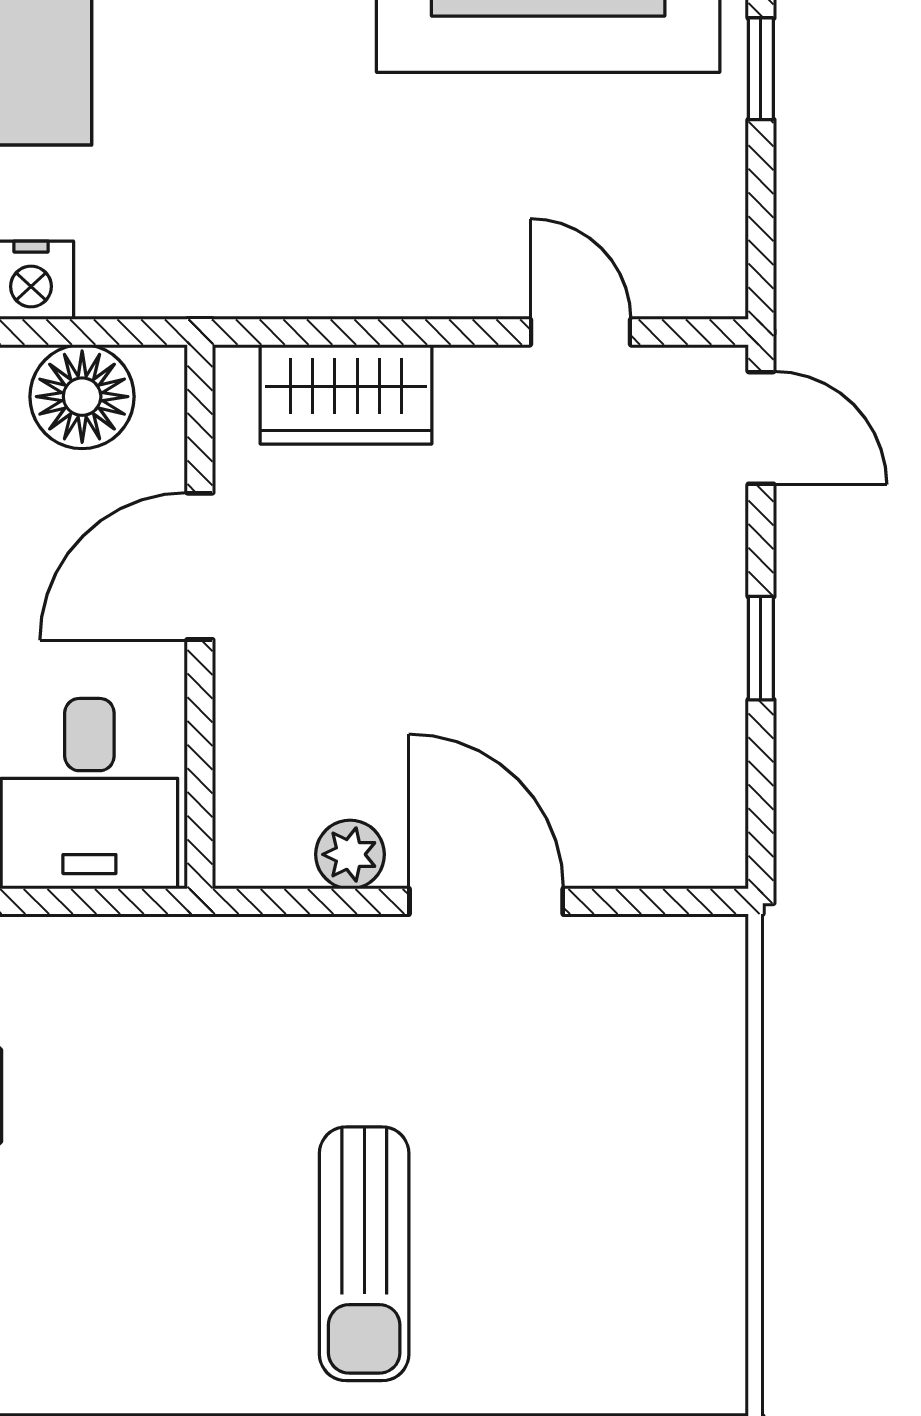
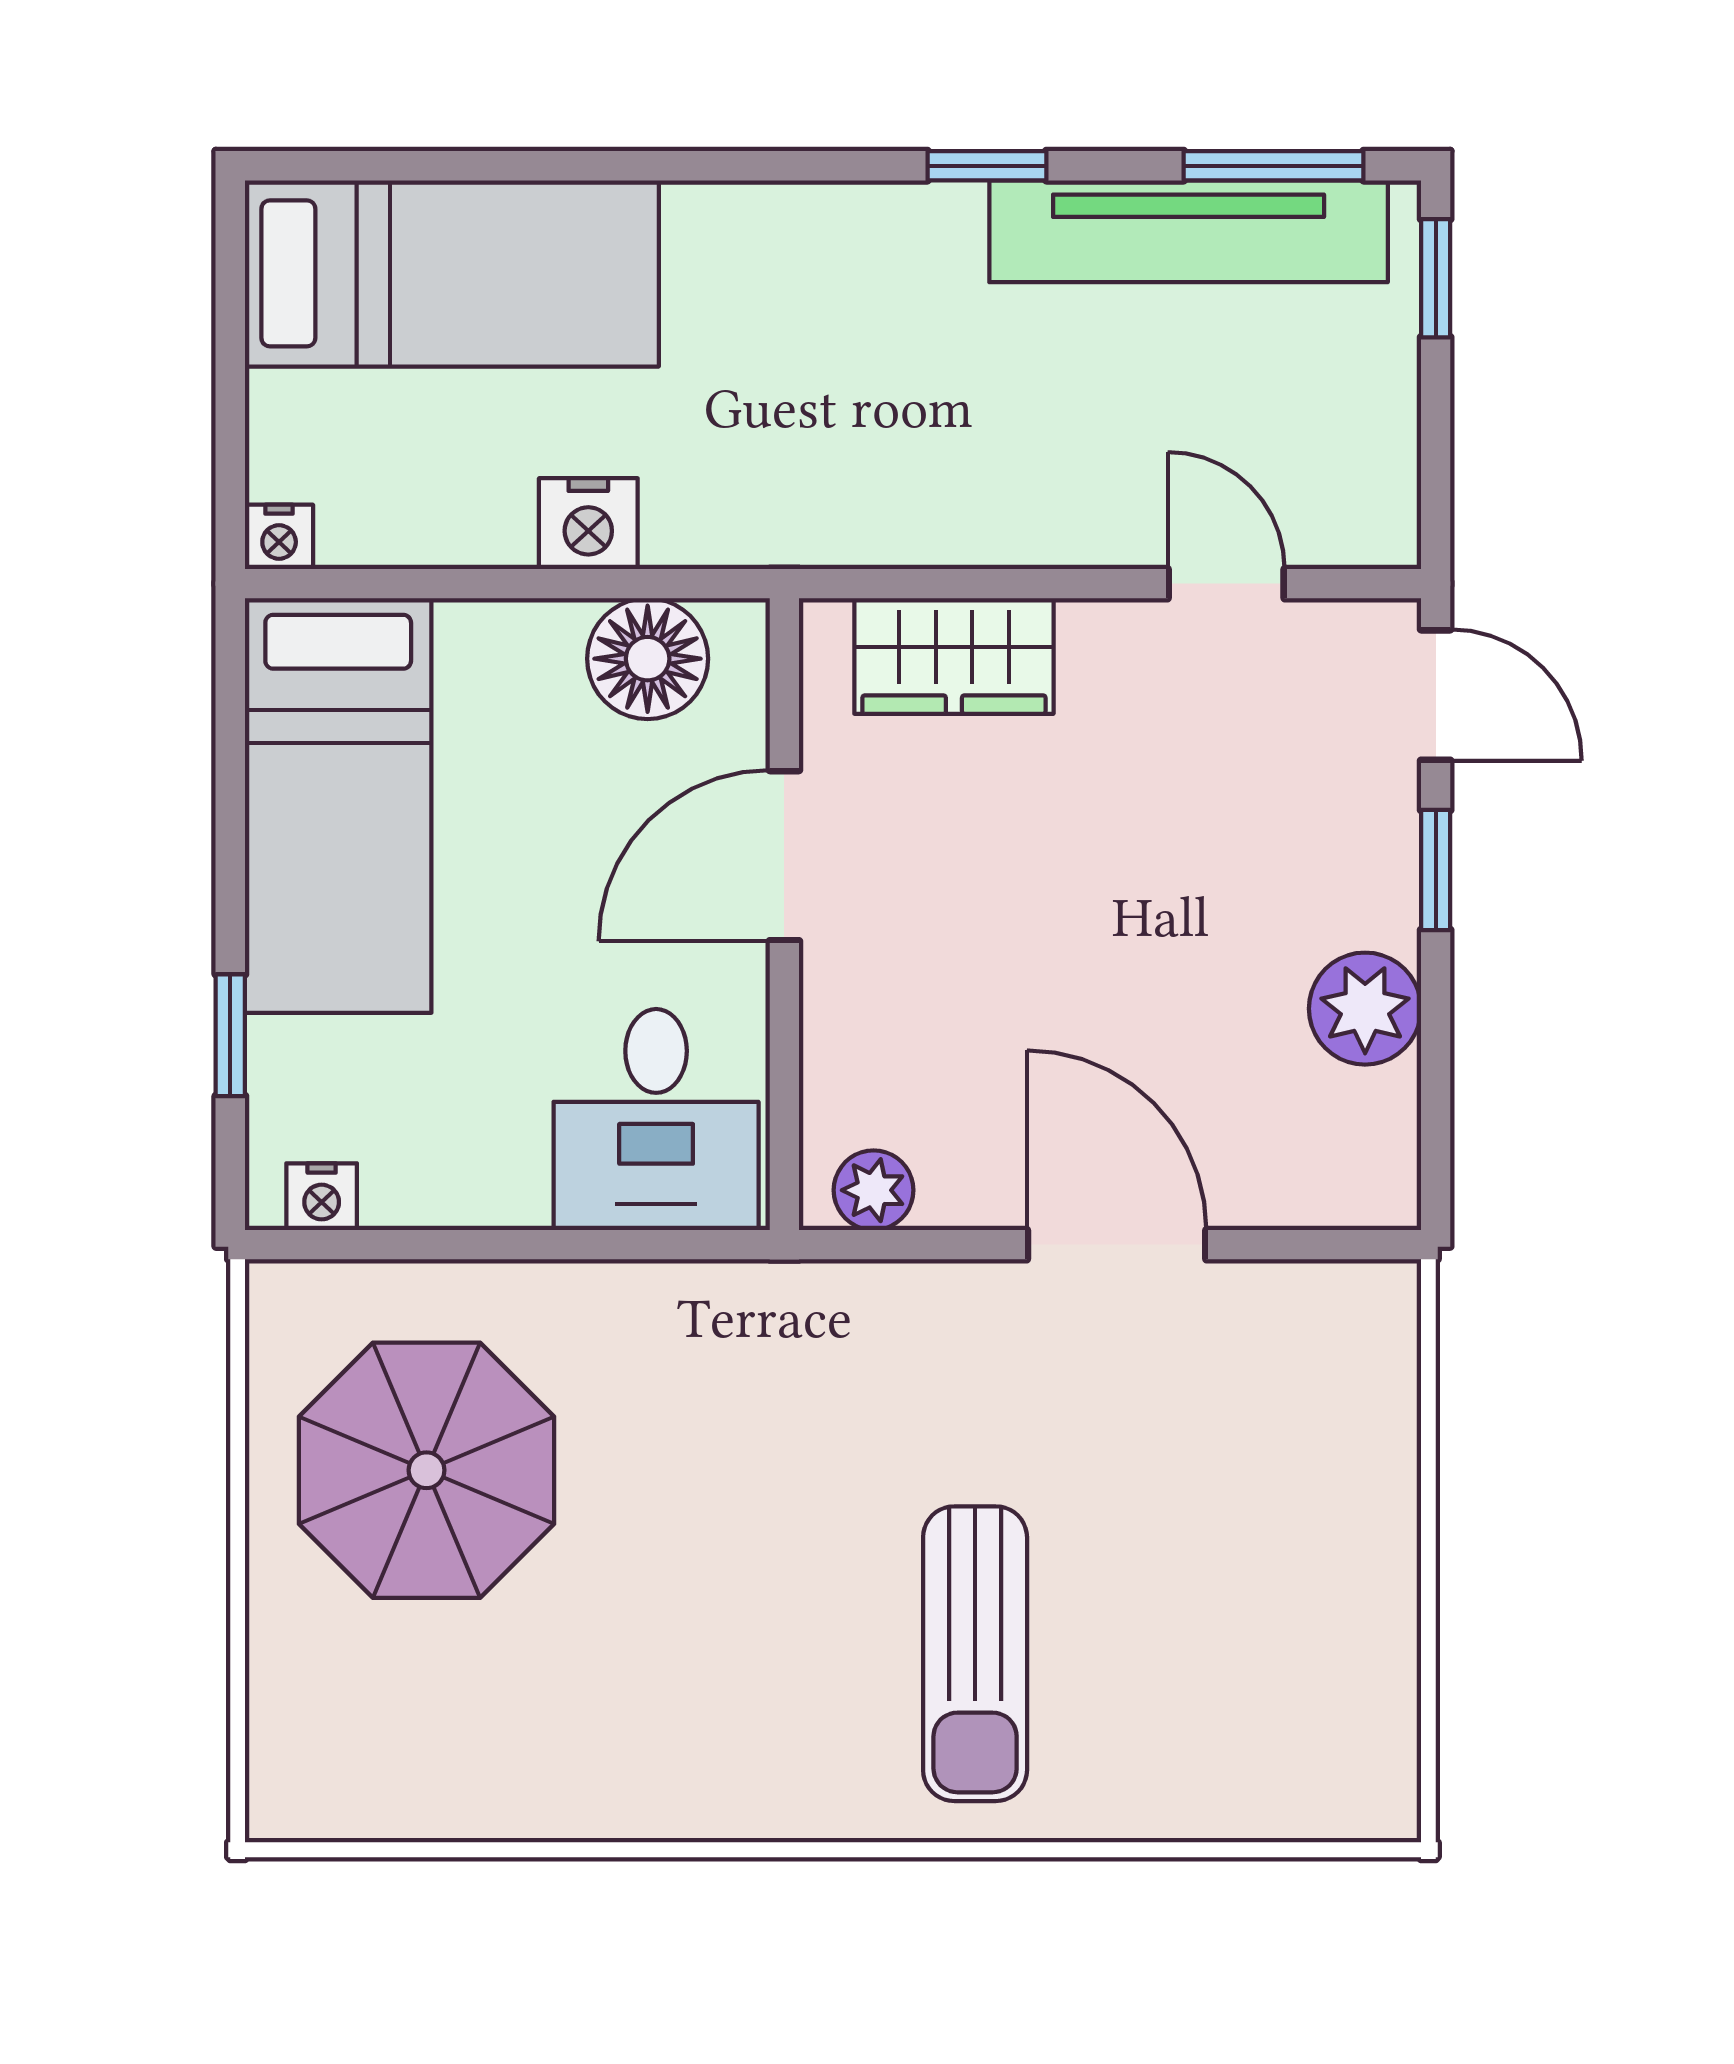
window: (761, 648) -> (1436, 870), moved
plant: (700, 698) -> (1365, 1009), added
plant: (350, 854) -> (874, 1190), moved

